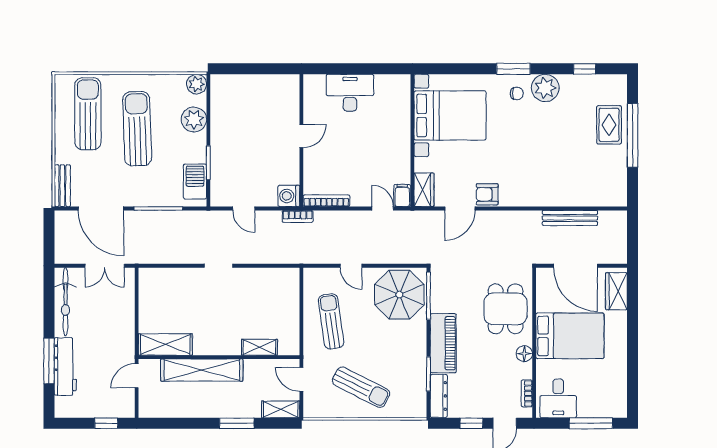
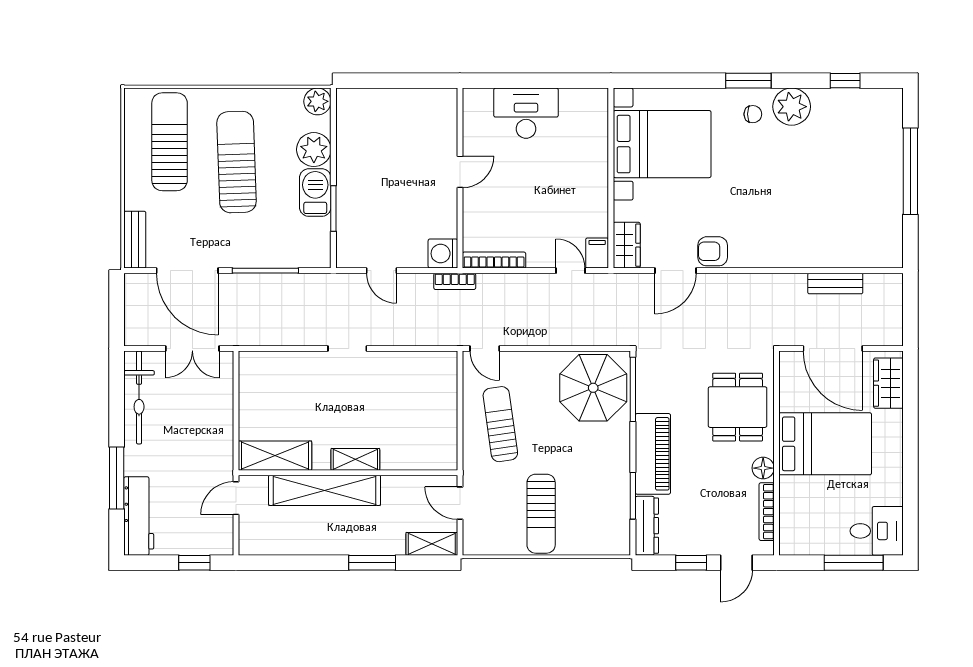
rug: (609, 125) -> (878, 157), removed
barbecue: (195, 182) -> (315, 193), moved
bench: (570, 218) -> (835, 284), width x0.73
door: (351, 266) -> (485, 349), moved
shelving: (259, 347) -> (355, 459), moved
workbench: (65, 366) -> (139, 516), moved
sun lounger: (361, 387) -> (541, 514), turned 63
bookcase: (527, 393) -> (767, 512), width x1.56
desk: (558, 398) -> (877, 531), moved, turned -90

